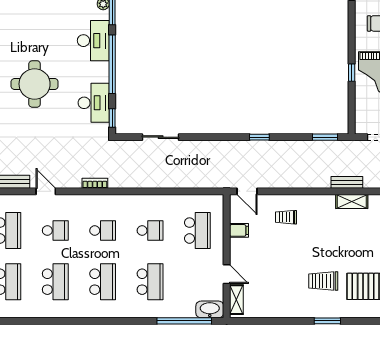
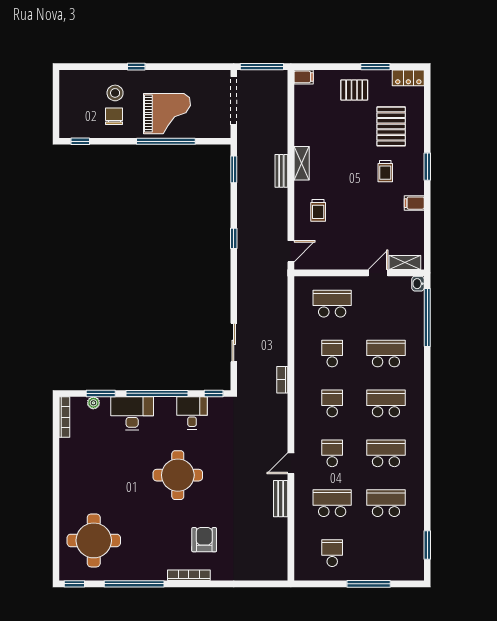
window: (352, 73) -> (166, 141), width x3.17
desk: (94, 103) -> (192, 413), width x0.73
bench: (347, 182) -> (281, 171), moved
bookcase: (95, 183) -> (282, 380), moved
shelving: (352, 202) -> (302, 163), moved
filing cabinet: (239, 230) -> (414, 203), moved, turned -90
trolley: (323, 281) -> (385, 171), width x0.73, depth x0.72
washbasin: (210, 309) -> (418, 284), width x0.52, depth x0.69

